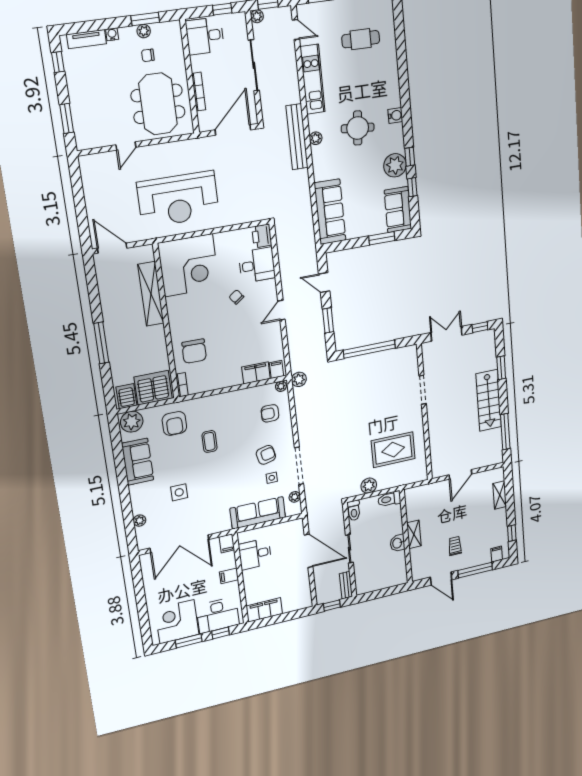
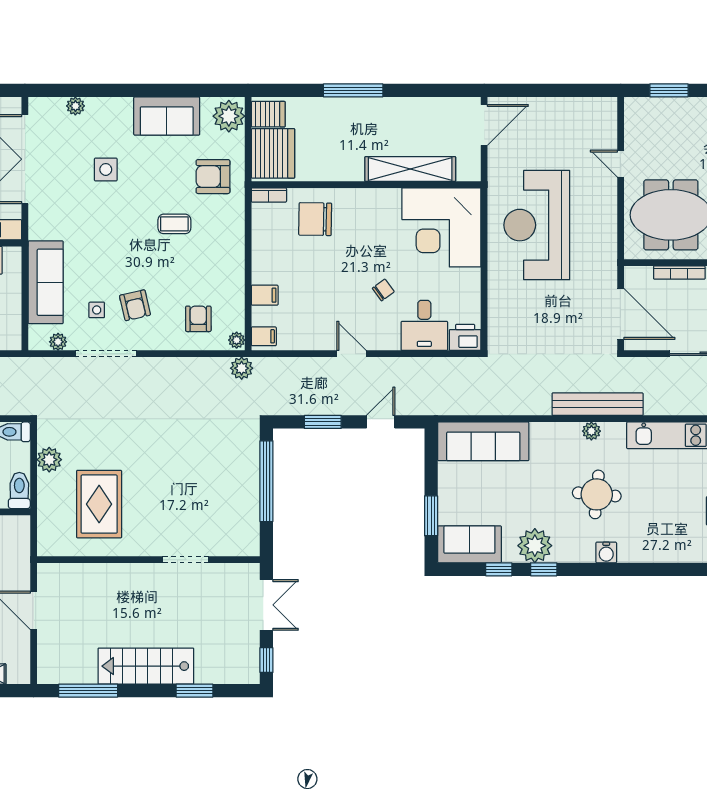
filing cabinet: (256, 373) -> (265, 295), width x0.50

